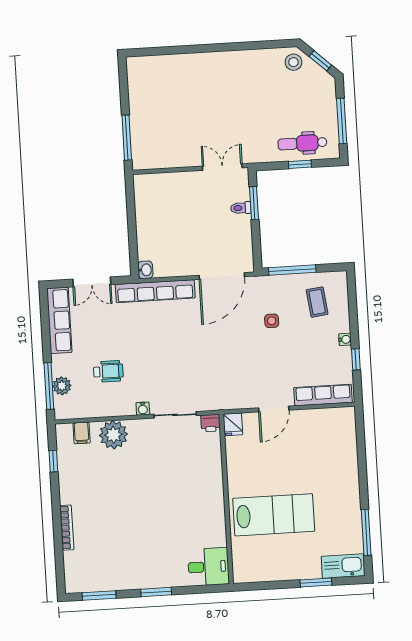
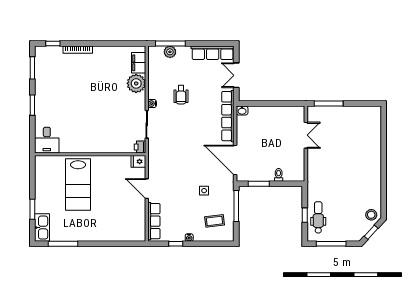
double door: (222, 167) -> (306, 135), moved
window: (254, 203) -> (259, 184), moved
wheelchair: (108, 371) -> (181, 95), moved
filing cabinet: (82, 433) -> (139, 63), width x2.00
window: (53, 461) -> (53, 43), moved

